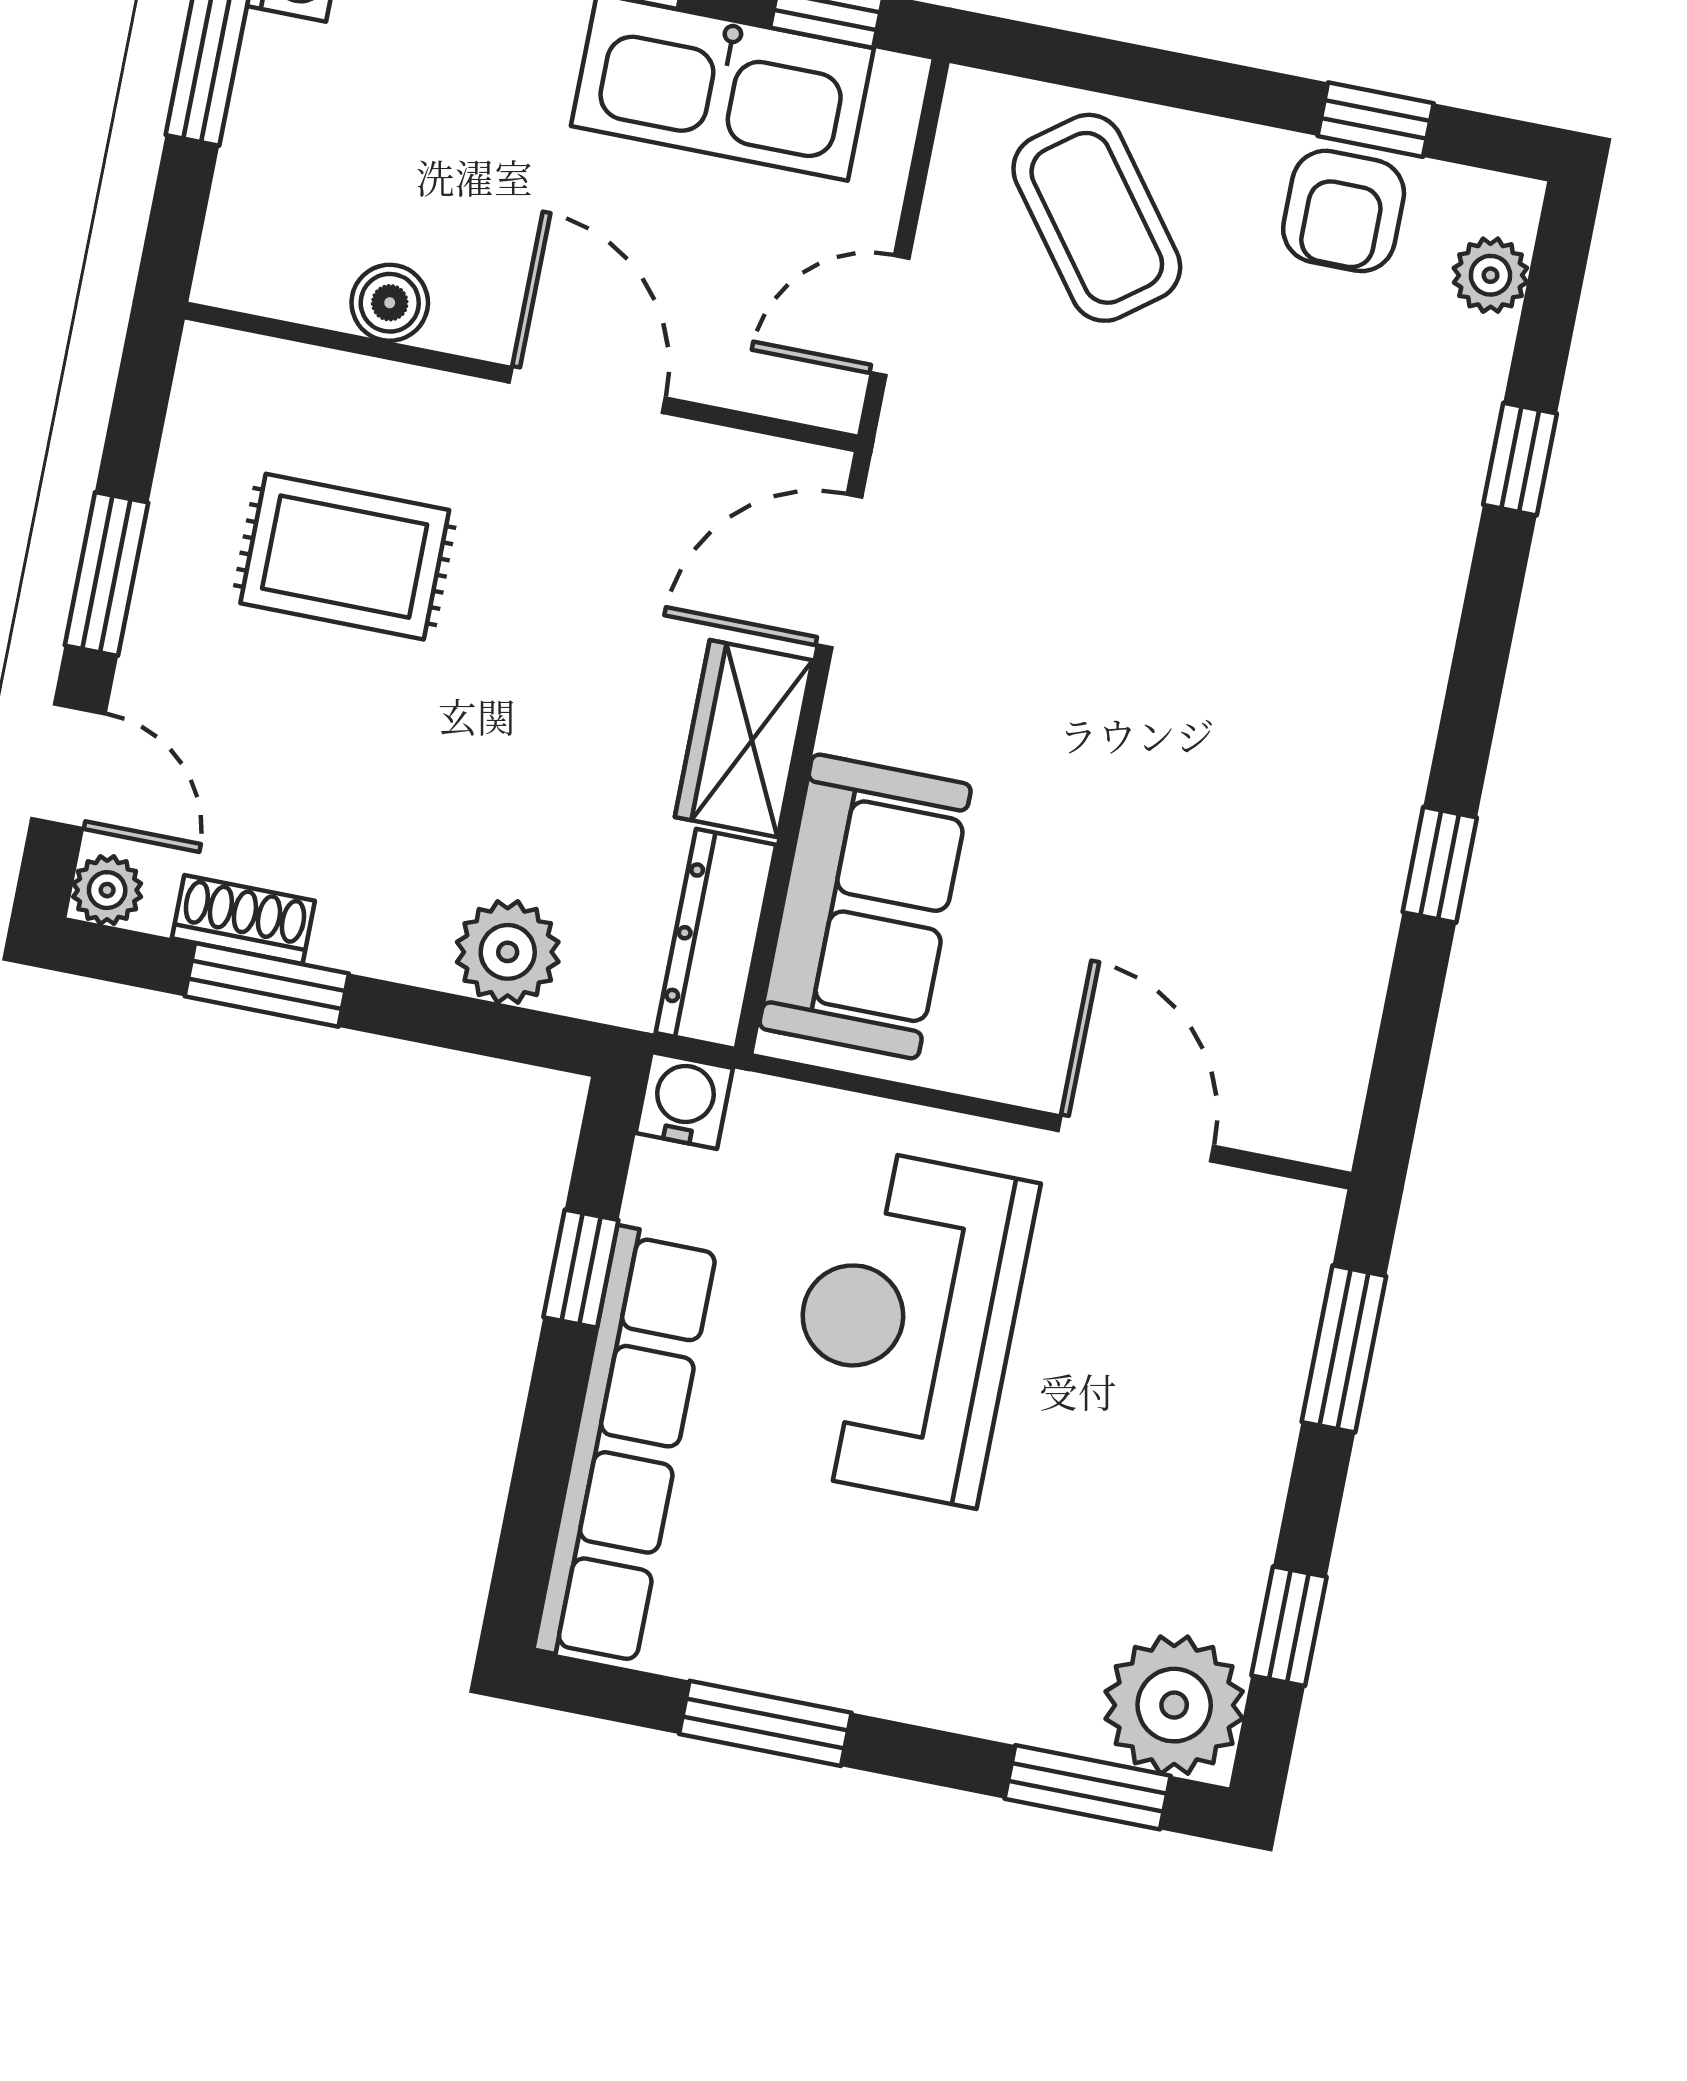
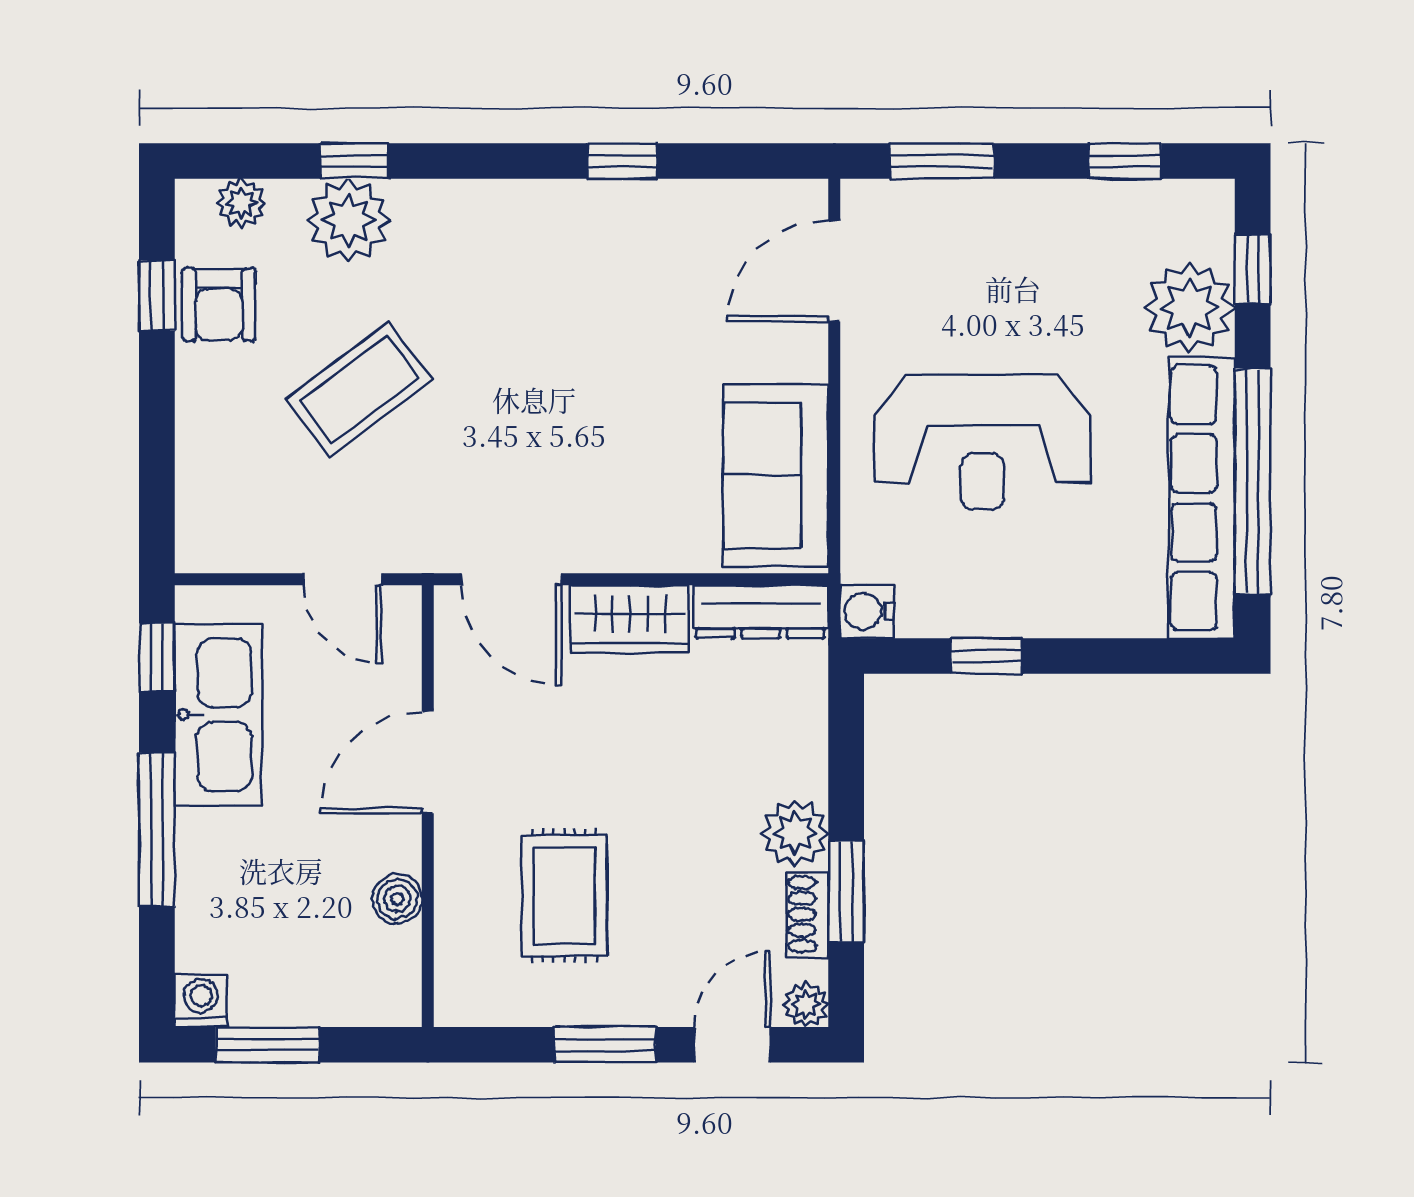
armchair: (1344, 211) -> (219, 304), turned 90
coffee table: (1097, 218) -> (359, 390), moved
plant: (1432, 432) -> (348, 220), added
sofa: (865, 906) -> (776, 475), moved, turned -90
plant: (508, 952) -> (795, 833), moved
door: (1136, 1138) -> (834, 271), moved
row of seats: (626, 1447) -> (1202, 498), moved, turned -90
plant: (1174, 1705) -> (1190, 308), moved
window: (765, 1723) -> (1253, 482), width x2.11
window: (1088, 1787) -> (1253, 269), width x0.67

